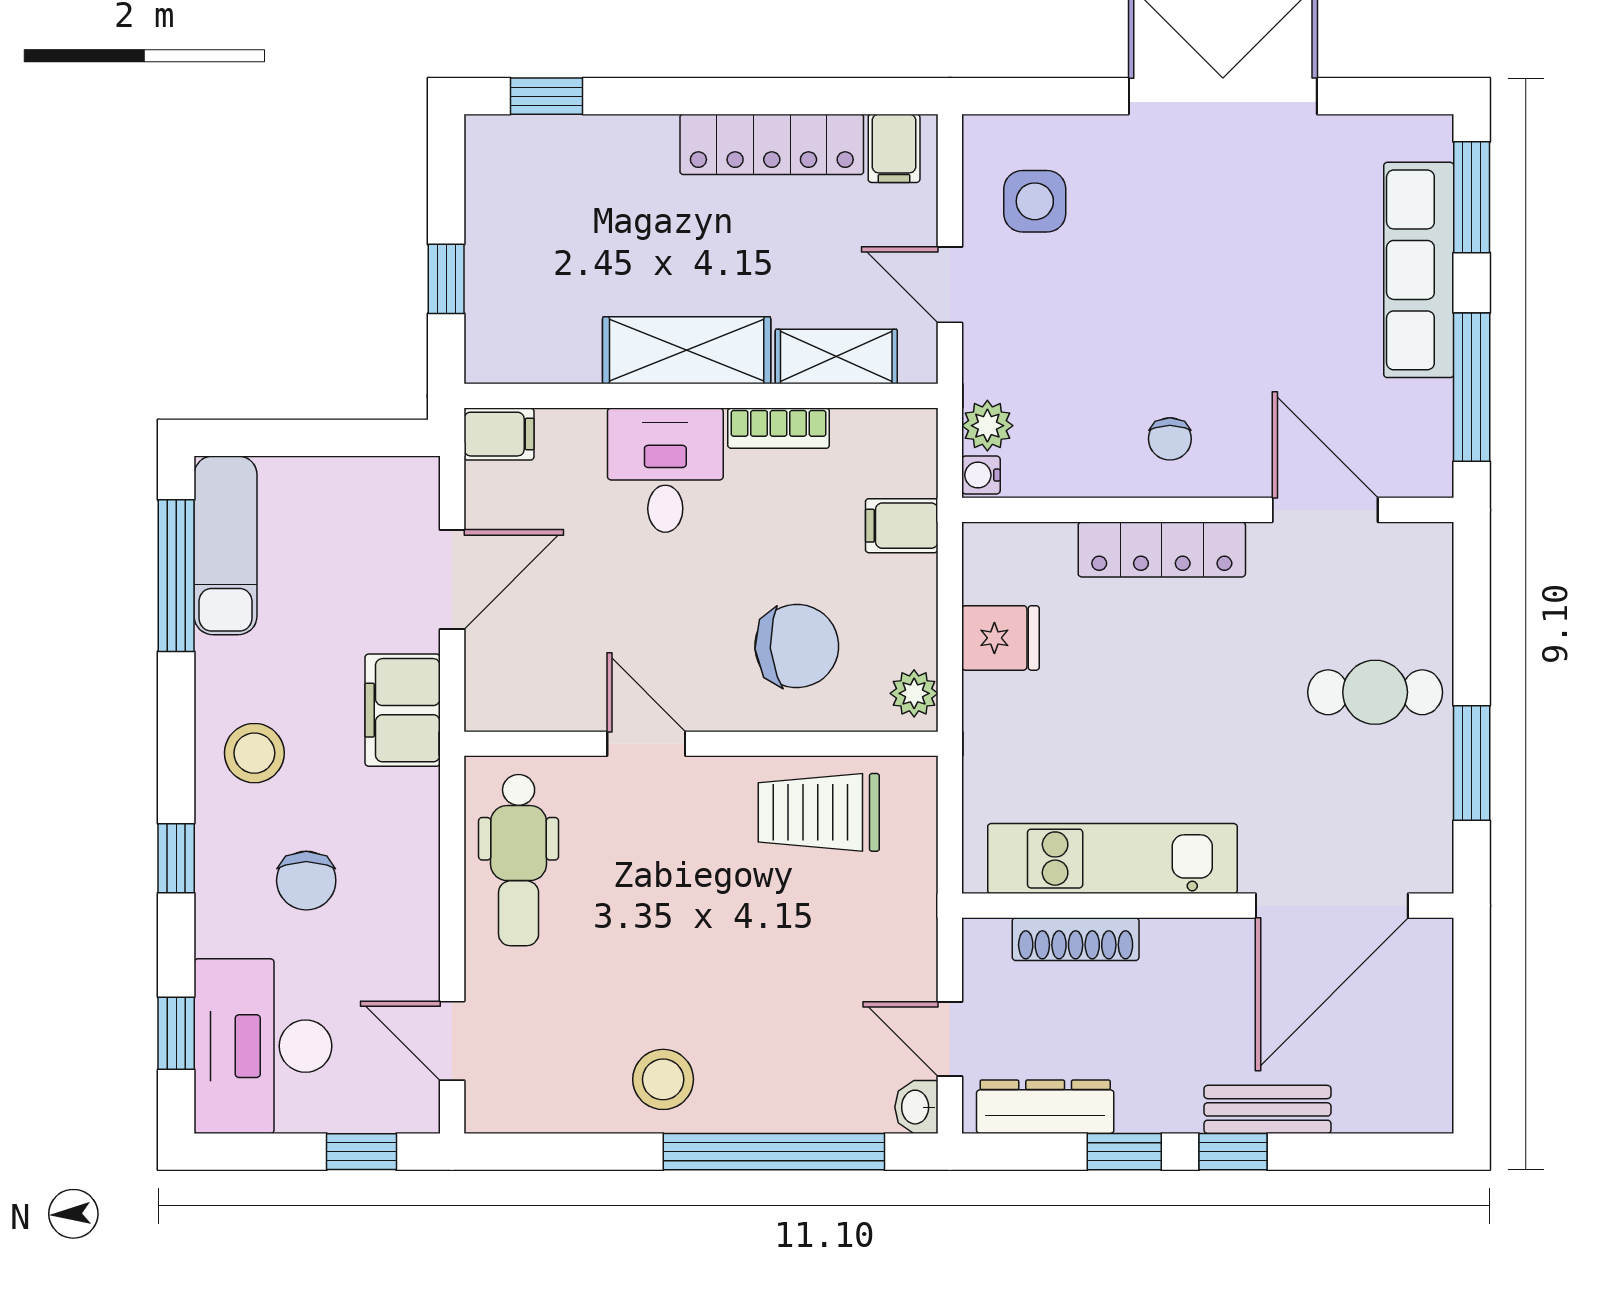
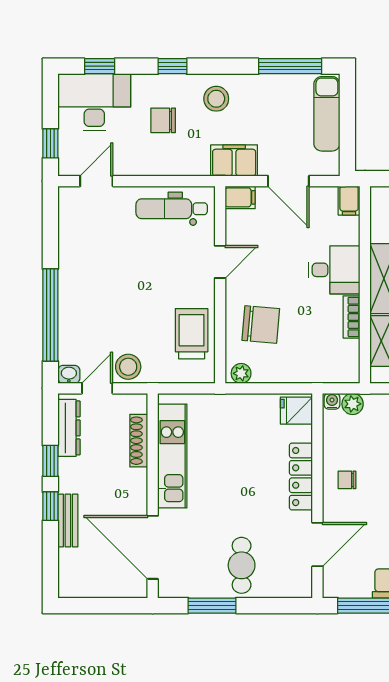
filing cabinet: (902, 526) -> (240, 197), moved, turned 90
exam couch: (226, 545) -> (327, 114), moved, turned 90
fridge: (1000, 638) -> (296, 411), moved, turned 90
chair: (797, 646) -> (261, 325), turned -81
stool: (663, 1079) -> (128, 367), moved

